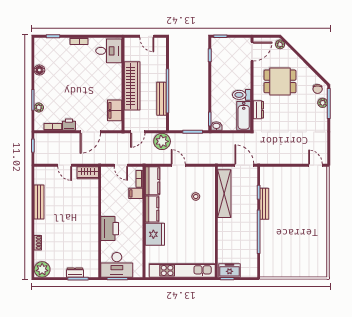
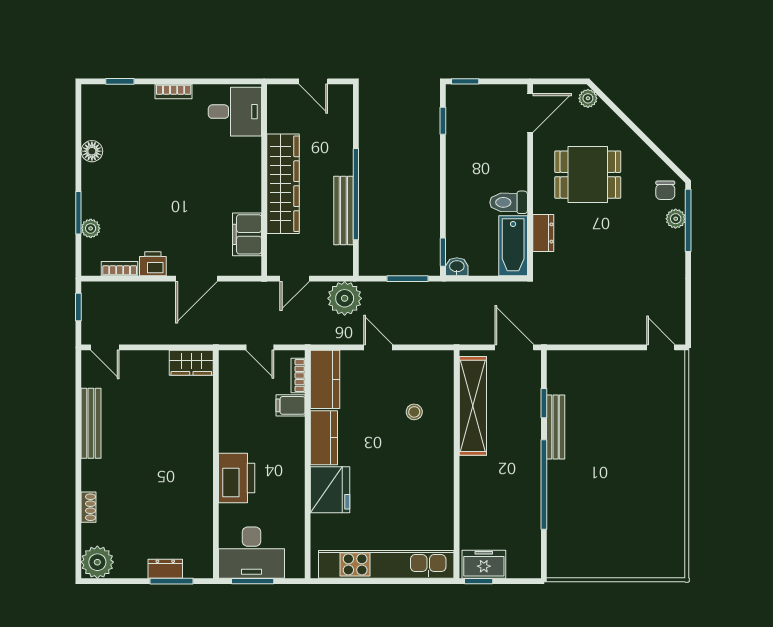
door: (65, 165) -> (105, 347), moved

